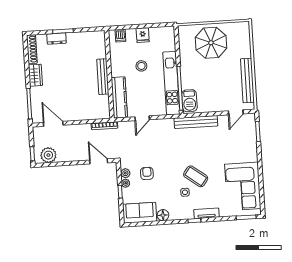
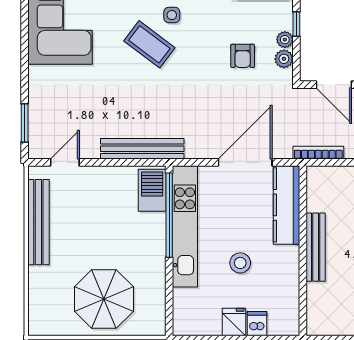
dishwasher: (120, 36) -> (257, 324), moved
door: (142, 118) -> (245, 162), width x1.87

